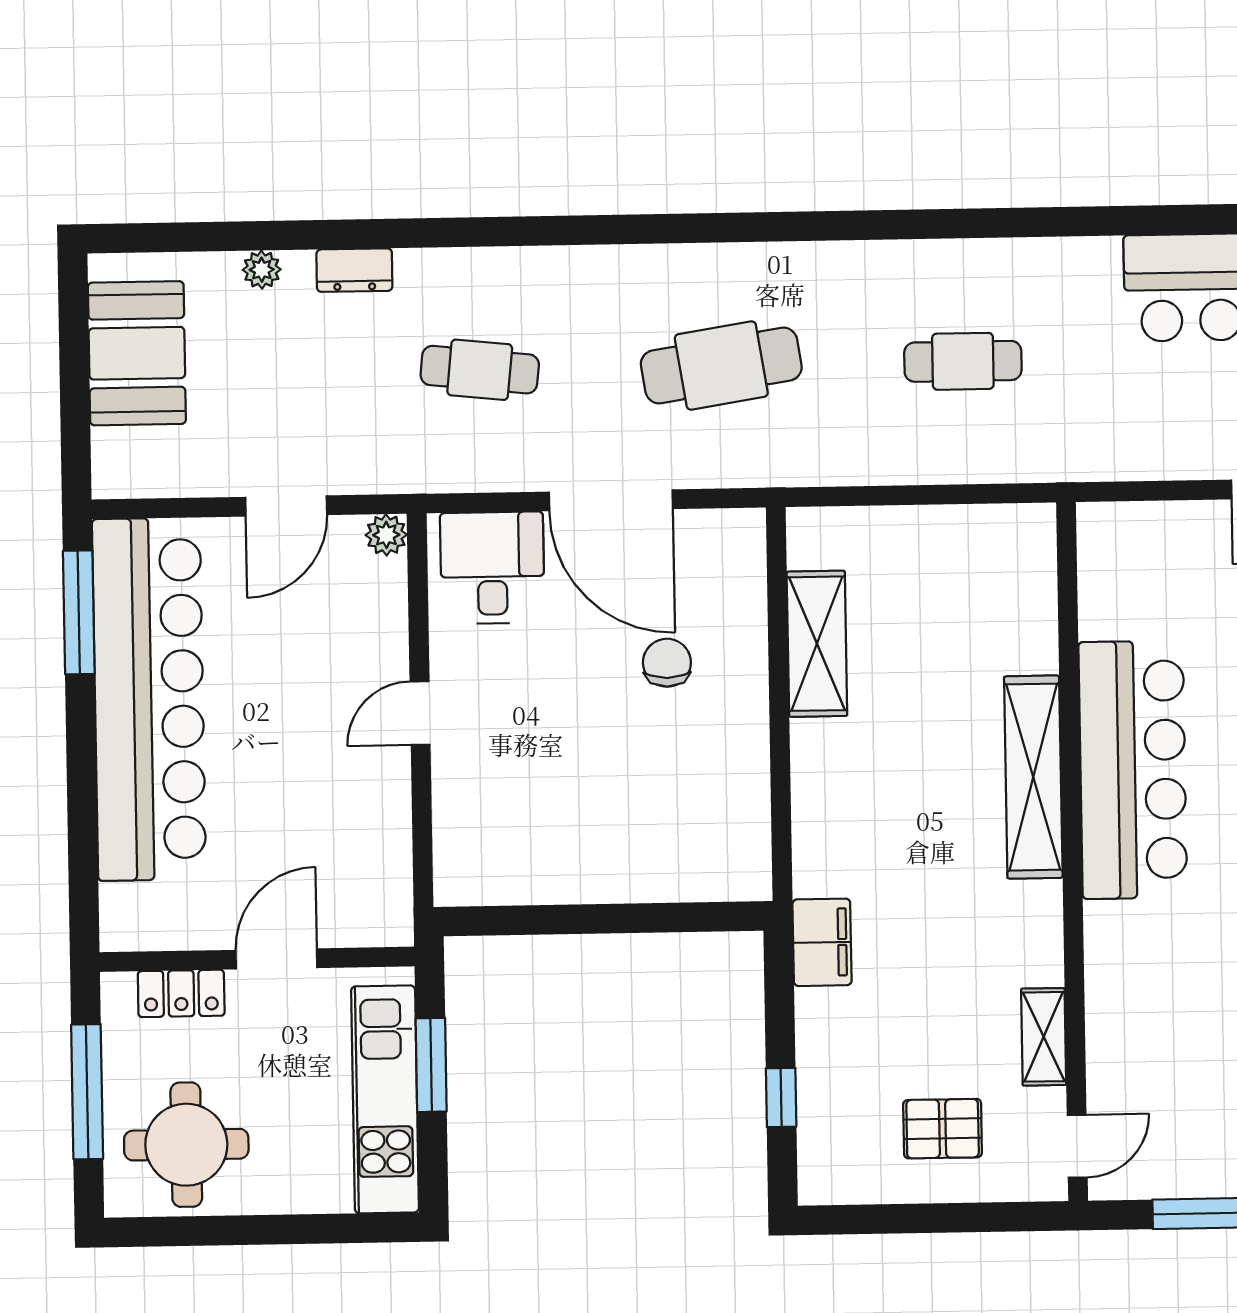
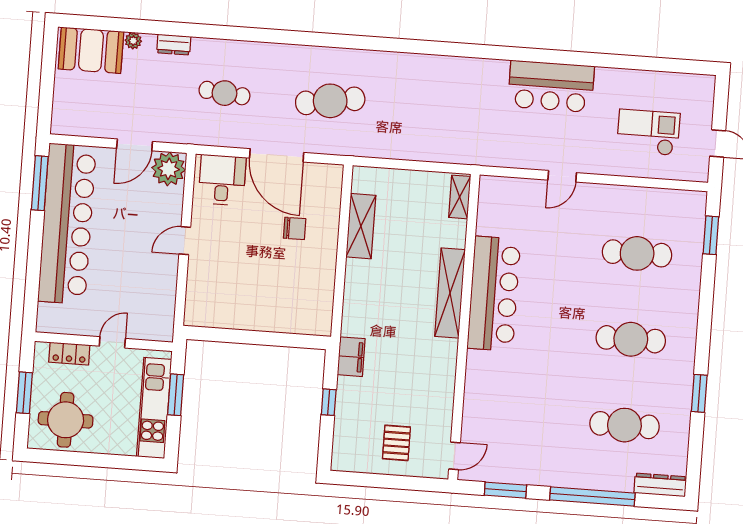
booth: (137, 353) -> (91, 50), moved, turned 90
cafe table: (963, 361) -> (436, 109), removed
plant: (386, 535) -> (169, 169), width x1.88, depth x1.88
chair: (667, 663) -> (295, 228), turned 90
door: (276, 959) -> (112, 342), width x0.73
shelving: (1044, 1037) -> (460, 197), moved
window: (87, 1092) -> (24, 393), width x0.69
window: (781, 1097) -> (329, 402), moved
pallet: (943, 1129) -> (396, 443), turned 90

